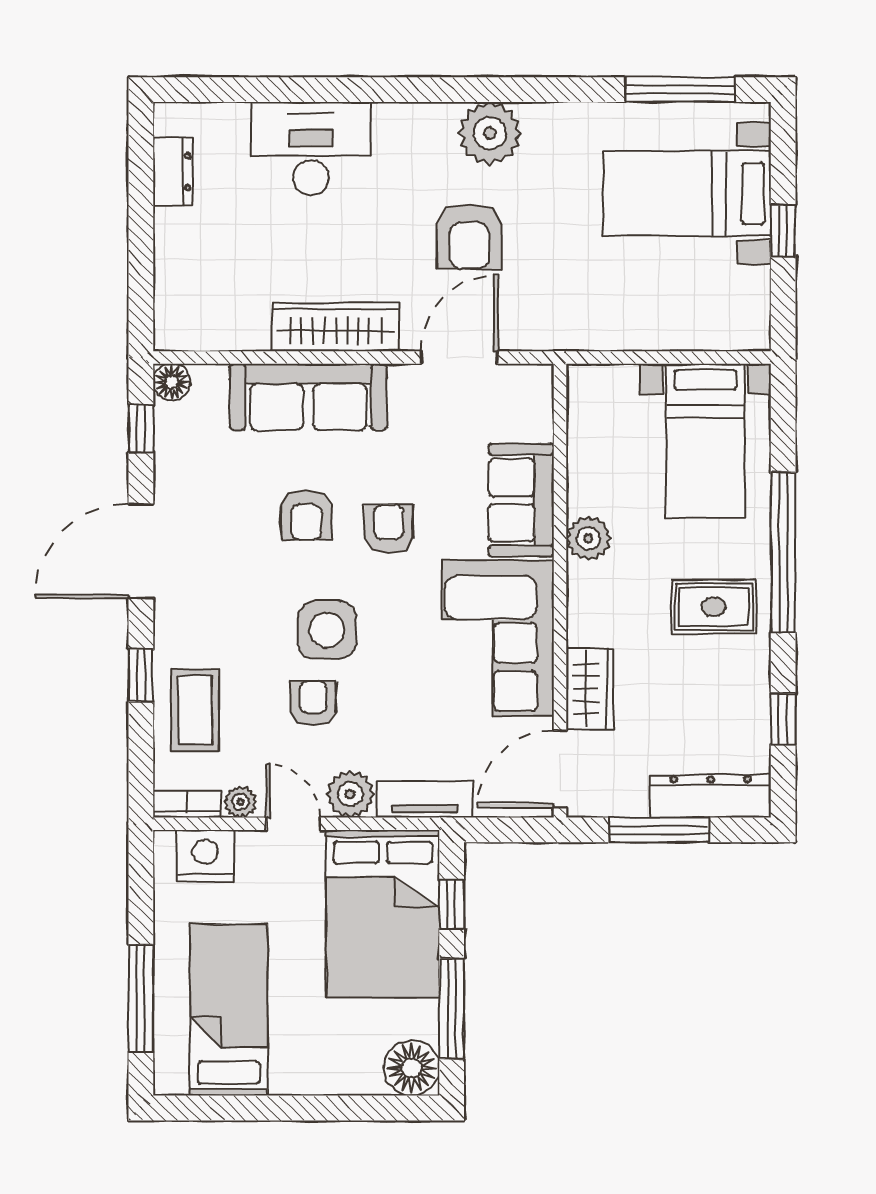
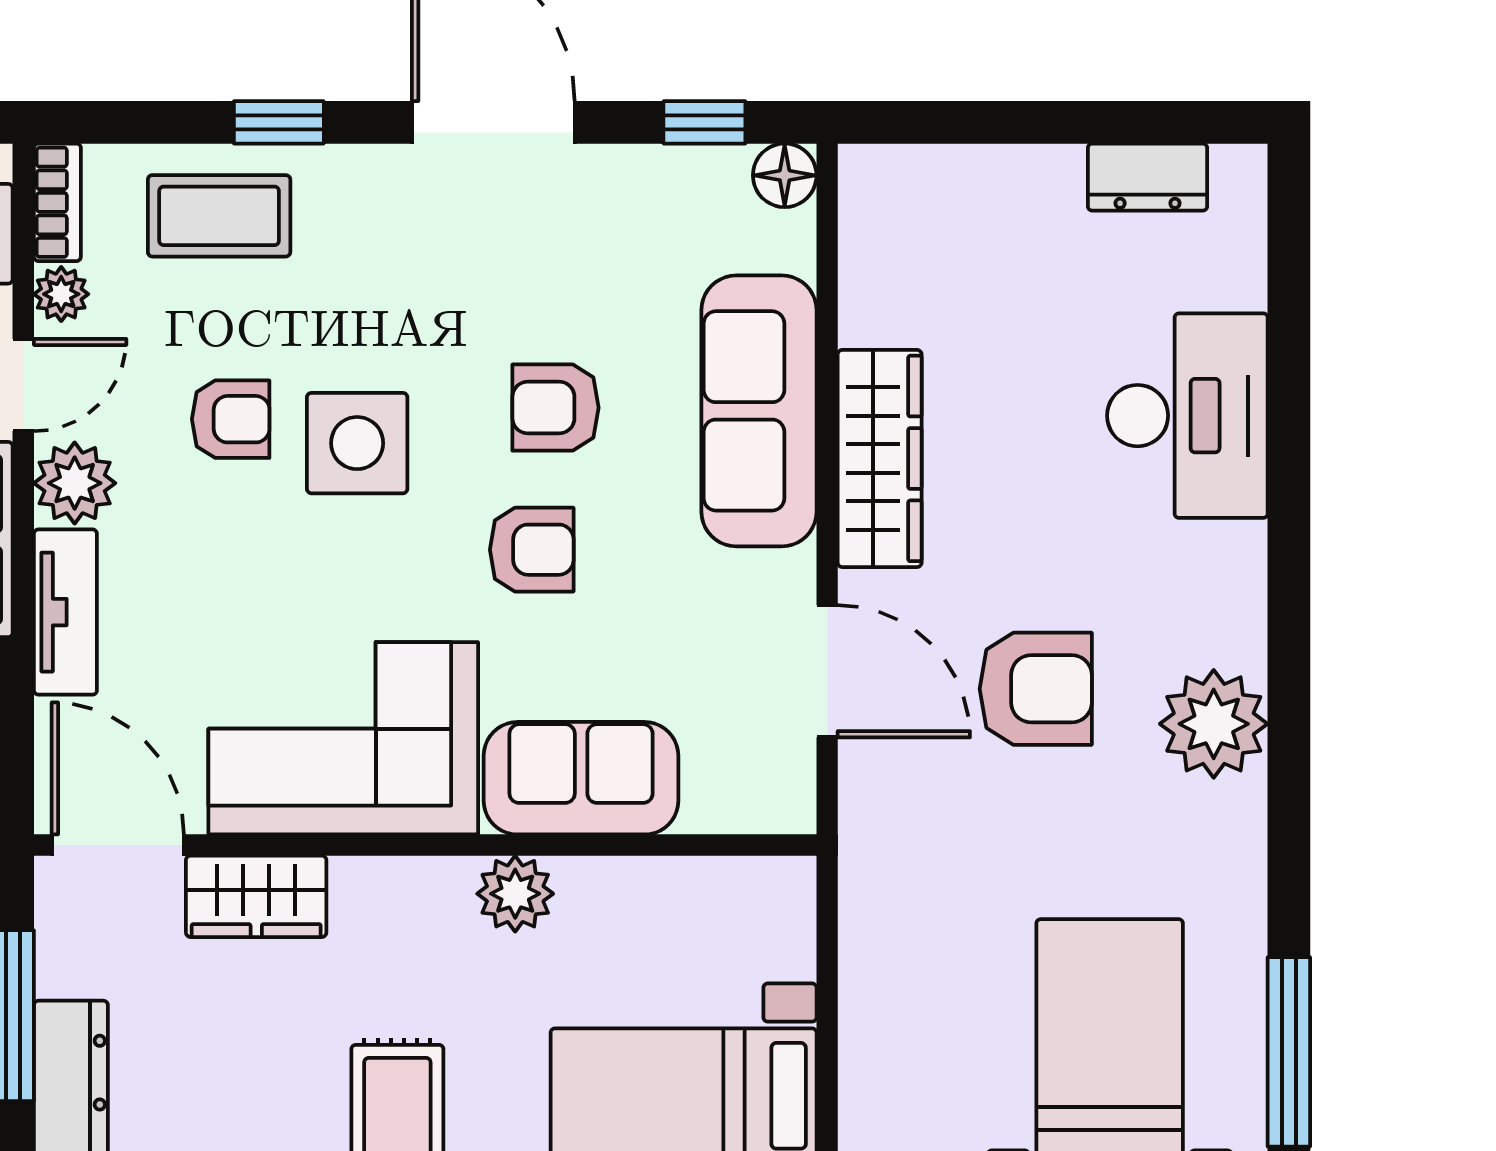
armchair: (469, 236) -> (1036, 689), turned 180

